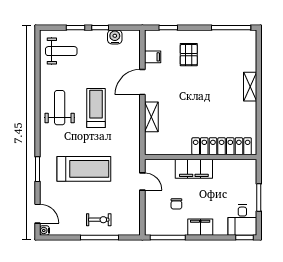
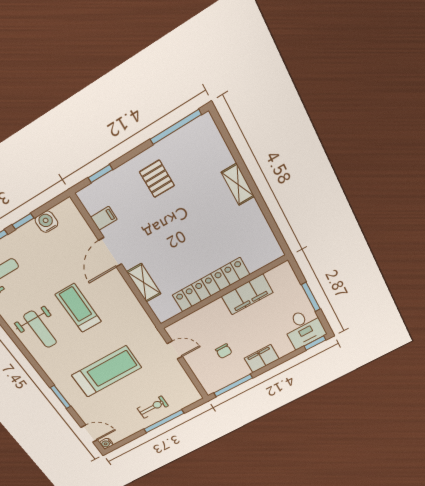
pallet: (189, 55) -> (157, 179), moved
weight bench: (60, 108) -> (40, 329), turned 180
locker: (222, 146) -> (211, 285), moved
filing cabinet: (194, 169) -> (247, 294), moved

